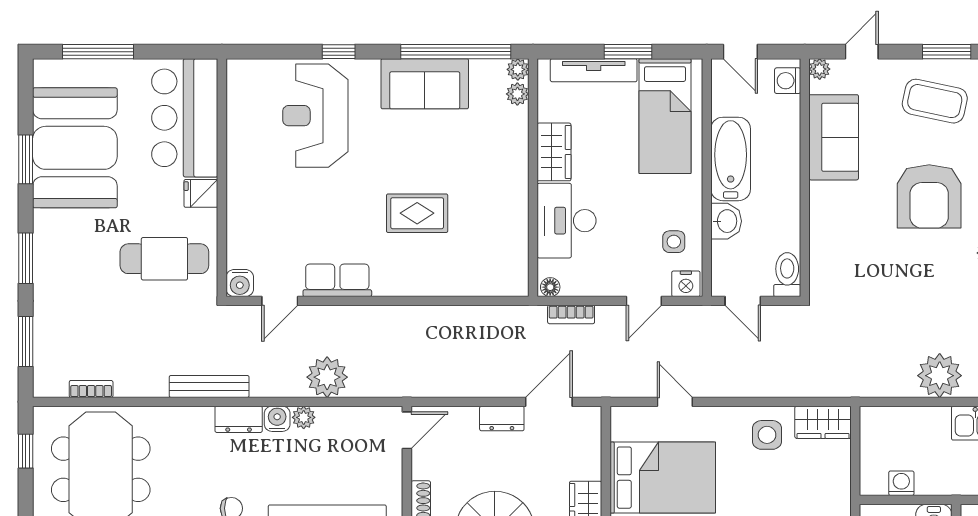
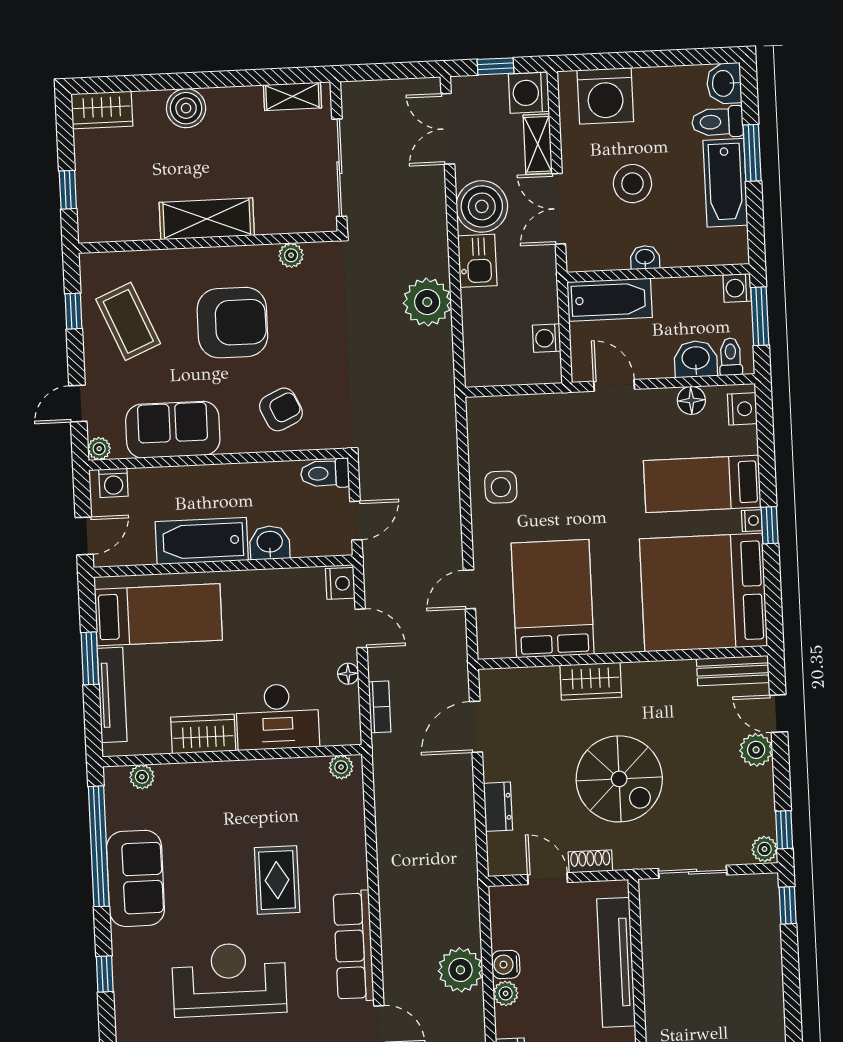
door: (862, 52) -> (78, 403), hinge flipped
window: (947, 52) -> (73, 311), width x0.67
plant: (518, 69) -> (341, 767), moved
coffee table: (935, 101) -> (128, 321), turned -35
reception desk: (315, 116) -> (229, 979), moved, turned 180
armchair: (848, 237) -> (281, 409), added
side table: (674, 242) -> (295, 599), removed
row of seats: (337, 280) -> (354, 946), width x1.48
floor lamp: (550, 287) -> (348, 674), moved
door: (549, 402) -> (476, 727), hinge flipped
dresser: (502, 418) -> (498, 807), moved
water cooler: (277, 419) -> (506, 964), moved
wardrobe: (823, 422) -> (484, 427), removed
door: (407, 430) -> (548, 879), moved

